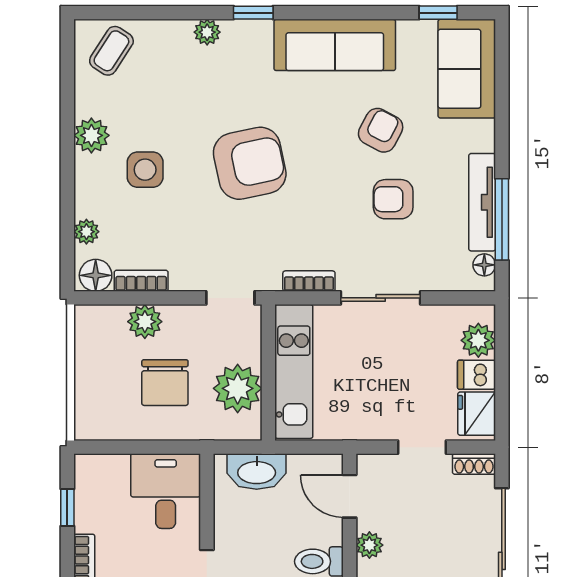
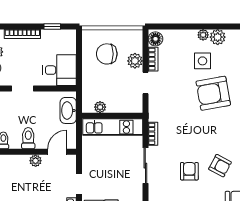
armchair: (250, 163) -> (213, 93), moved, turned 92
plant: (86, 232) -> (203, 35), moved
doorway: (230, 298) -> (145, 83), moved
chair: (165, 383) -> (107, 54), moved
plant: (238, 388) -> (100, 107), width x0.53, depth x0.53

